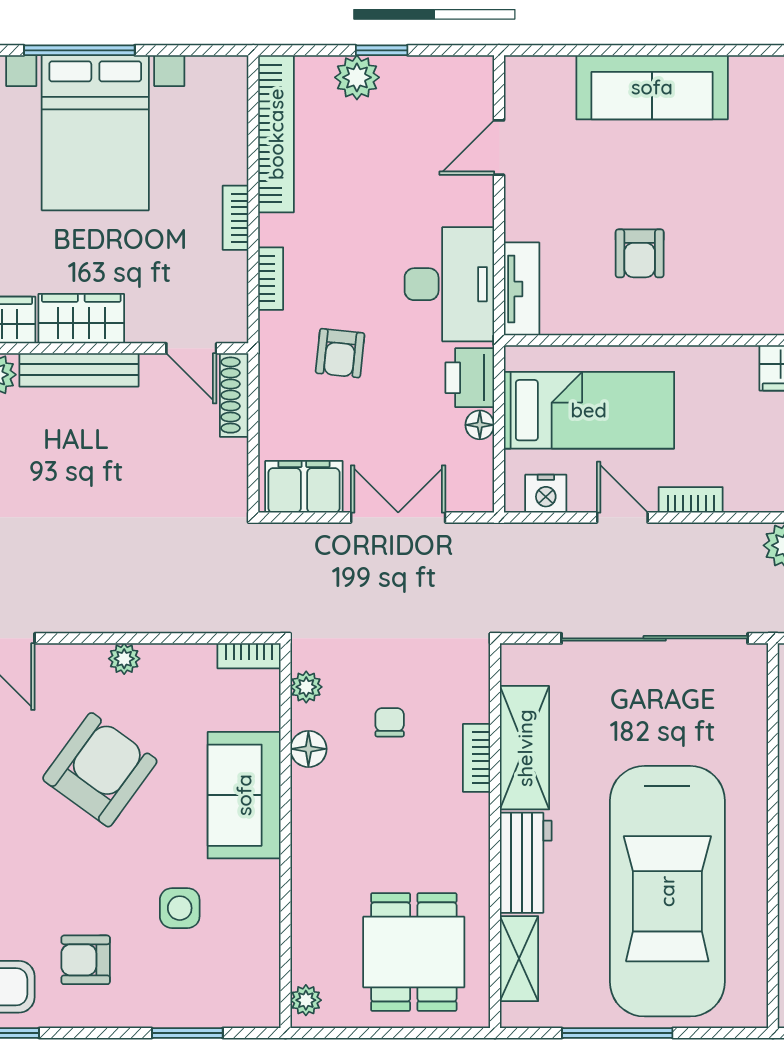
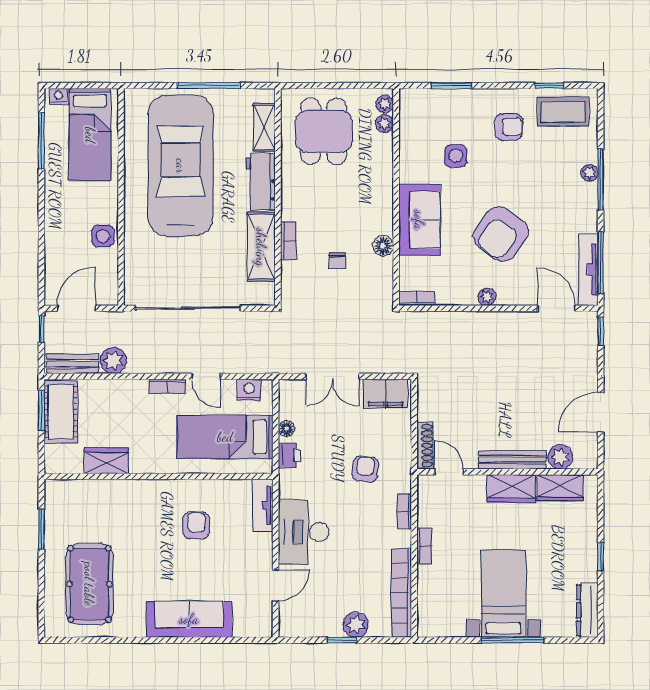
bed with nightstands: (95, 133) -> (503, 594), width x0.73
desk: (449, 284) -> (304, 532), moved
printer: (470, 378) -> (289, 455), width x0.73, depth x0.81
plant: (306, 687) -> (384, 124), moved

